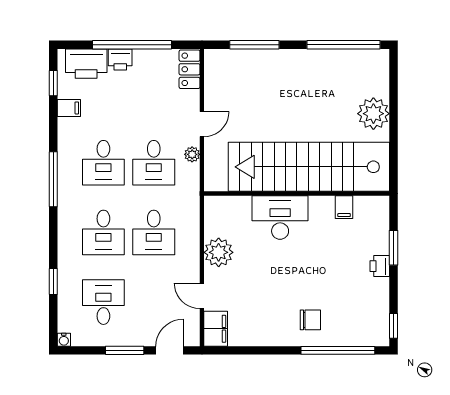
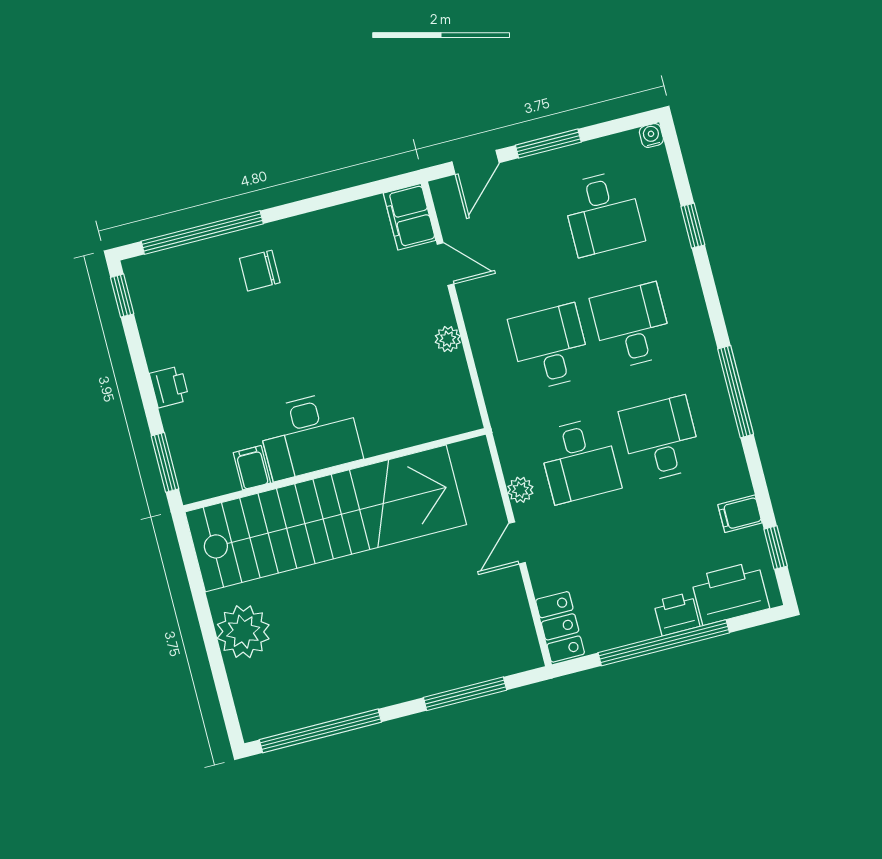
desk: (154, 163) -> (579, 460), turned 180
desk: (280, 217) -> (309, 435), moved
window: (394, 248) -> (165, 462), moved
plant: (219, 252) -> (448, 339), width x0.53, depth x0.53

